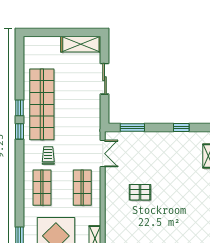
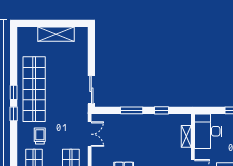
shelving: (81, 44) -> (56, 34), moved
sliding door: (105, 79) -> (91, 90), moved
window: (132, 128) -> (132, 110), moved

